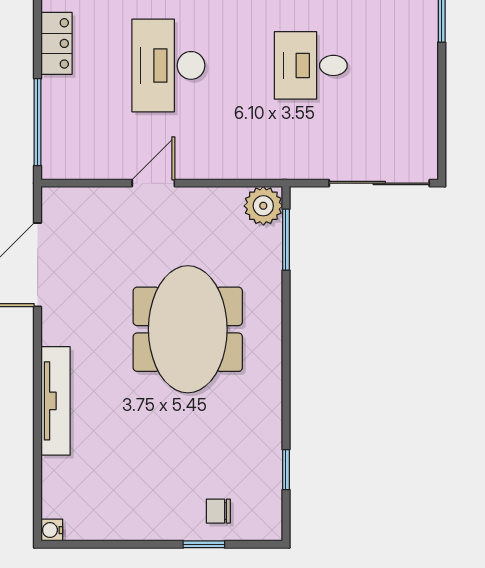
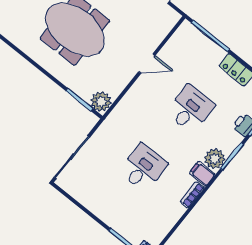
desk: (168, 65) -> (190, 109), width x0.73
door: (153, 183) -> (147, 64), hinge flipped

